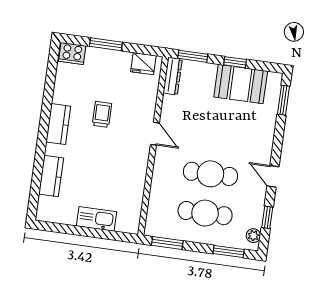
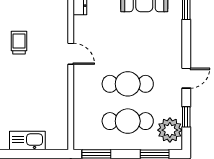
door: (273, 176) -> (186, 78), swing flipped
plant: (253, 236) -> (170, 130), width x1.88, depth x1.88

